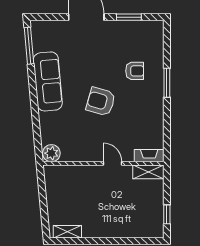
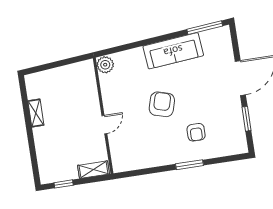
fireplace: (149, 156) -> (117, 158), removed
shelving: (148, 172) -> (93, 170), moved, turned 90
shelving: (67, 232) -> (36, 113), moved

